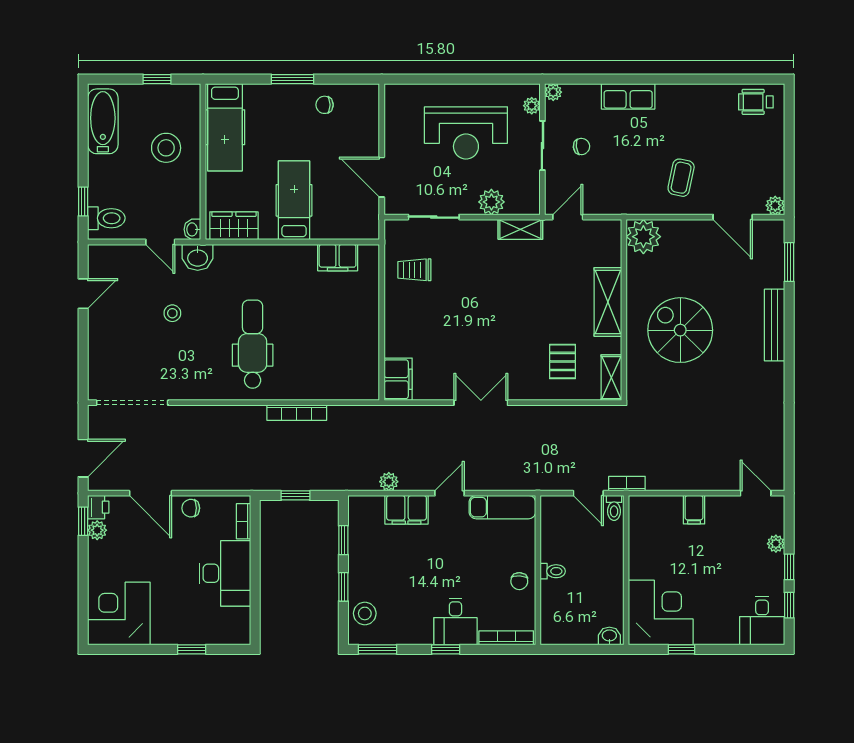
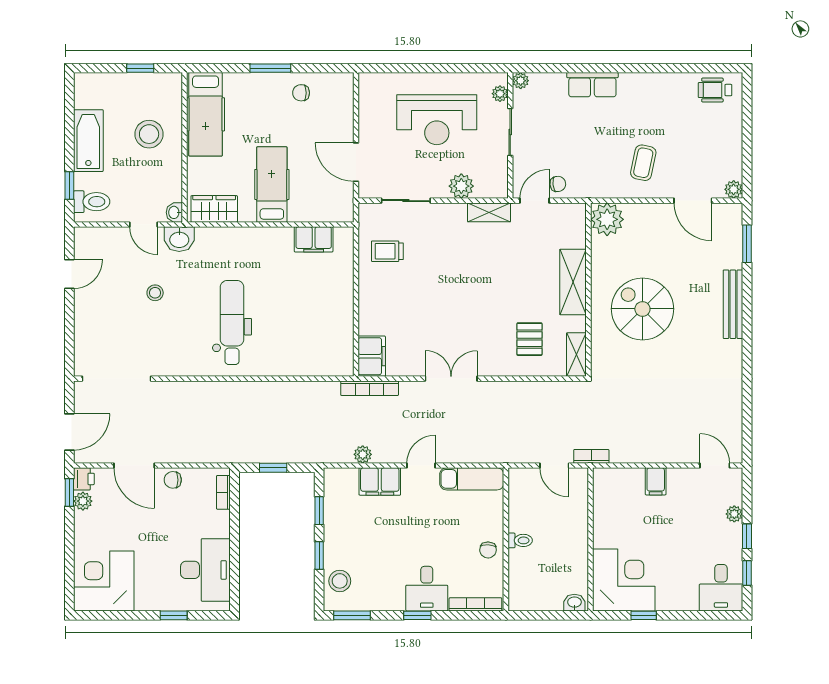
bathtub: (103, 121) -> (88, 141), moved
chair: (581, 146) -> (558, 184), moved
bookcase: (297, 413) -> (370, 388), moved
toilet: (614, 508) -> (579, 480), removed
desk: (225, 573) -> (205, 570), moved

